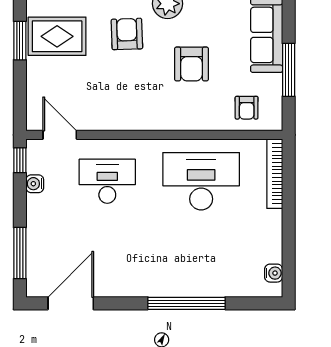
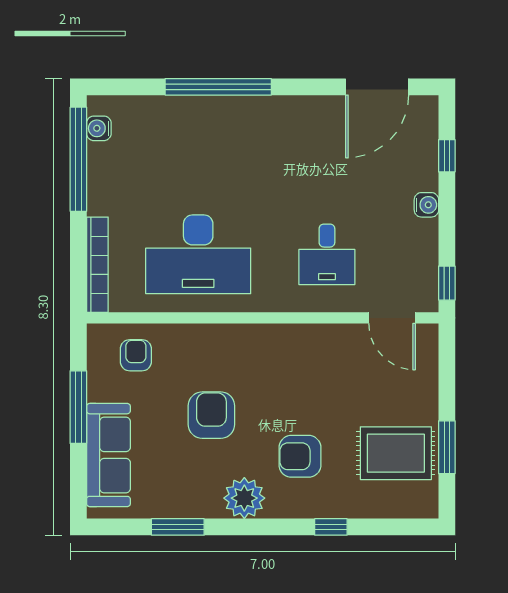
armchair: (127, 34) -> (300, 456), turned 92
desk: (107, 181) -> (327, 254), width x0.73
water cooler: (35, 184) -> (426, 205), moved
window: (289, 251) -> (78, 159), added
window: (20, 253) -> (447, 156), width x0.46

